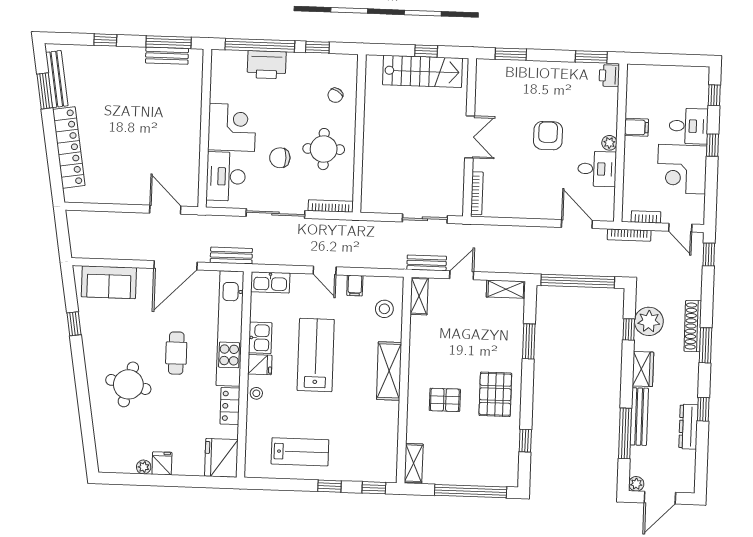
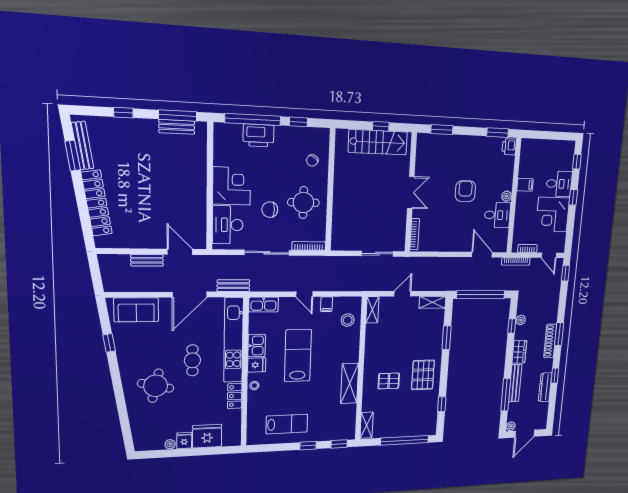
bench: (427, 263) -> (147, 260), moved
plant: (649, 321) -> (521, 320), width x0.53, depth x0.53
shoe rack: (693, 326) -> (550, 341), moved
shelving: (389, 371) -> (350, 383), moved
fridge: (221, 458) -> (207, 436), moved, turned 90

